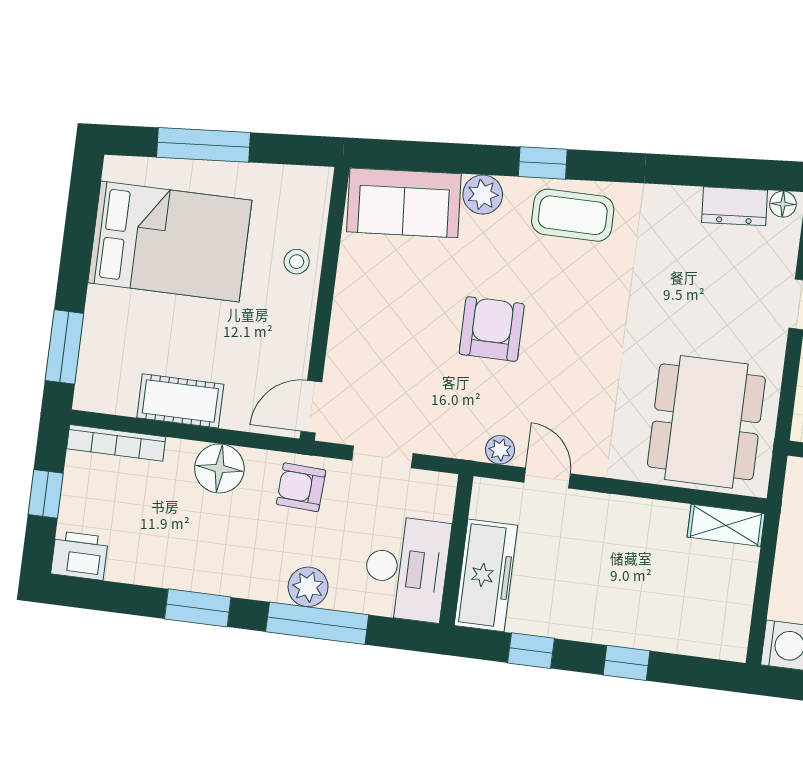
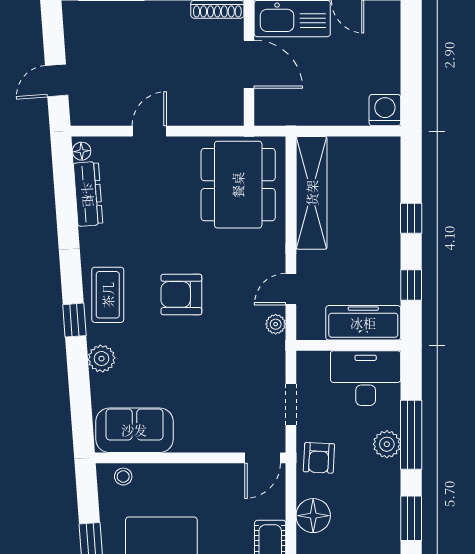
sofa: (404, 203) -> (134, 430), moved, turned -86
dresser: (735, 206) -> (88, 194), width x1.44
stool: (297, 262) -> (123, 477), moved
armchair: (492, 329) -> (181, 294), moved
door: (311, 407) -> (263, 458), hinge flipped
dining table: (706, 422) -> (238, 185), turned 90
shelving: (726, 525) -> (312, 193), width x2.20, depth x1.33

